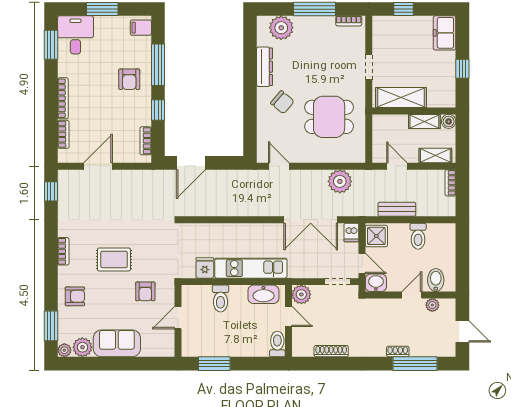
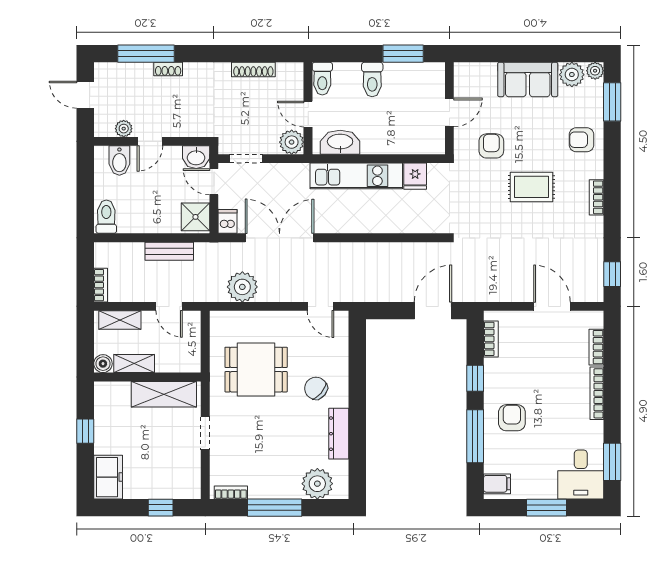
door: (98, 166) -> (552, 306), swing flipped
toilet: (418, 236) -> (106, 217), moved
toilet: (220, 299) -> (372, 80), moved, turned 180

